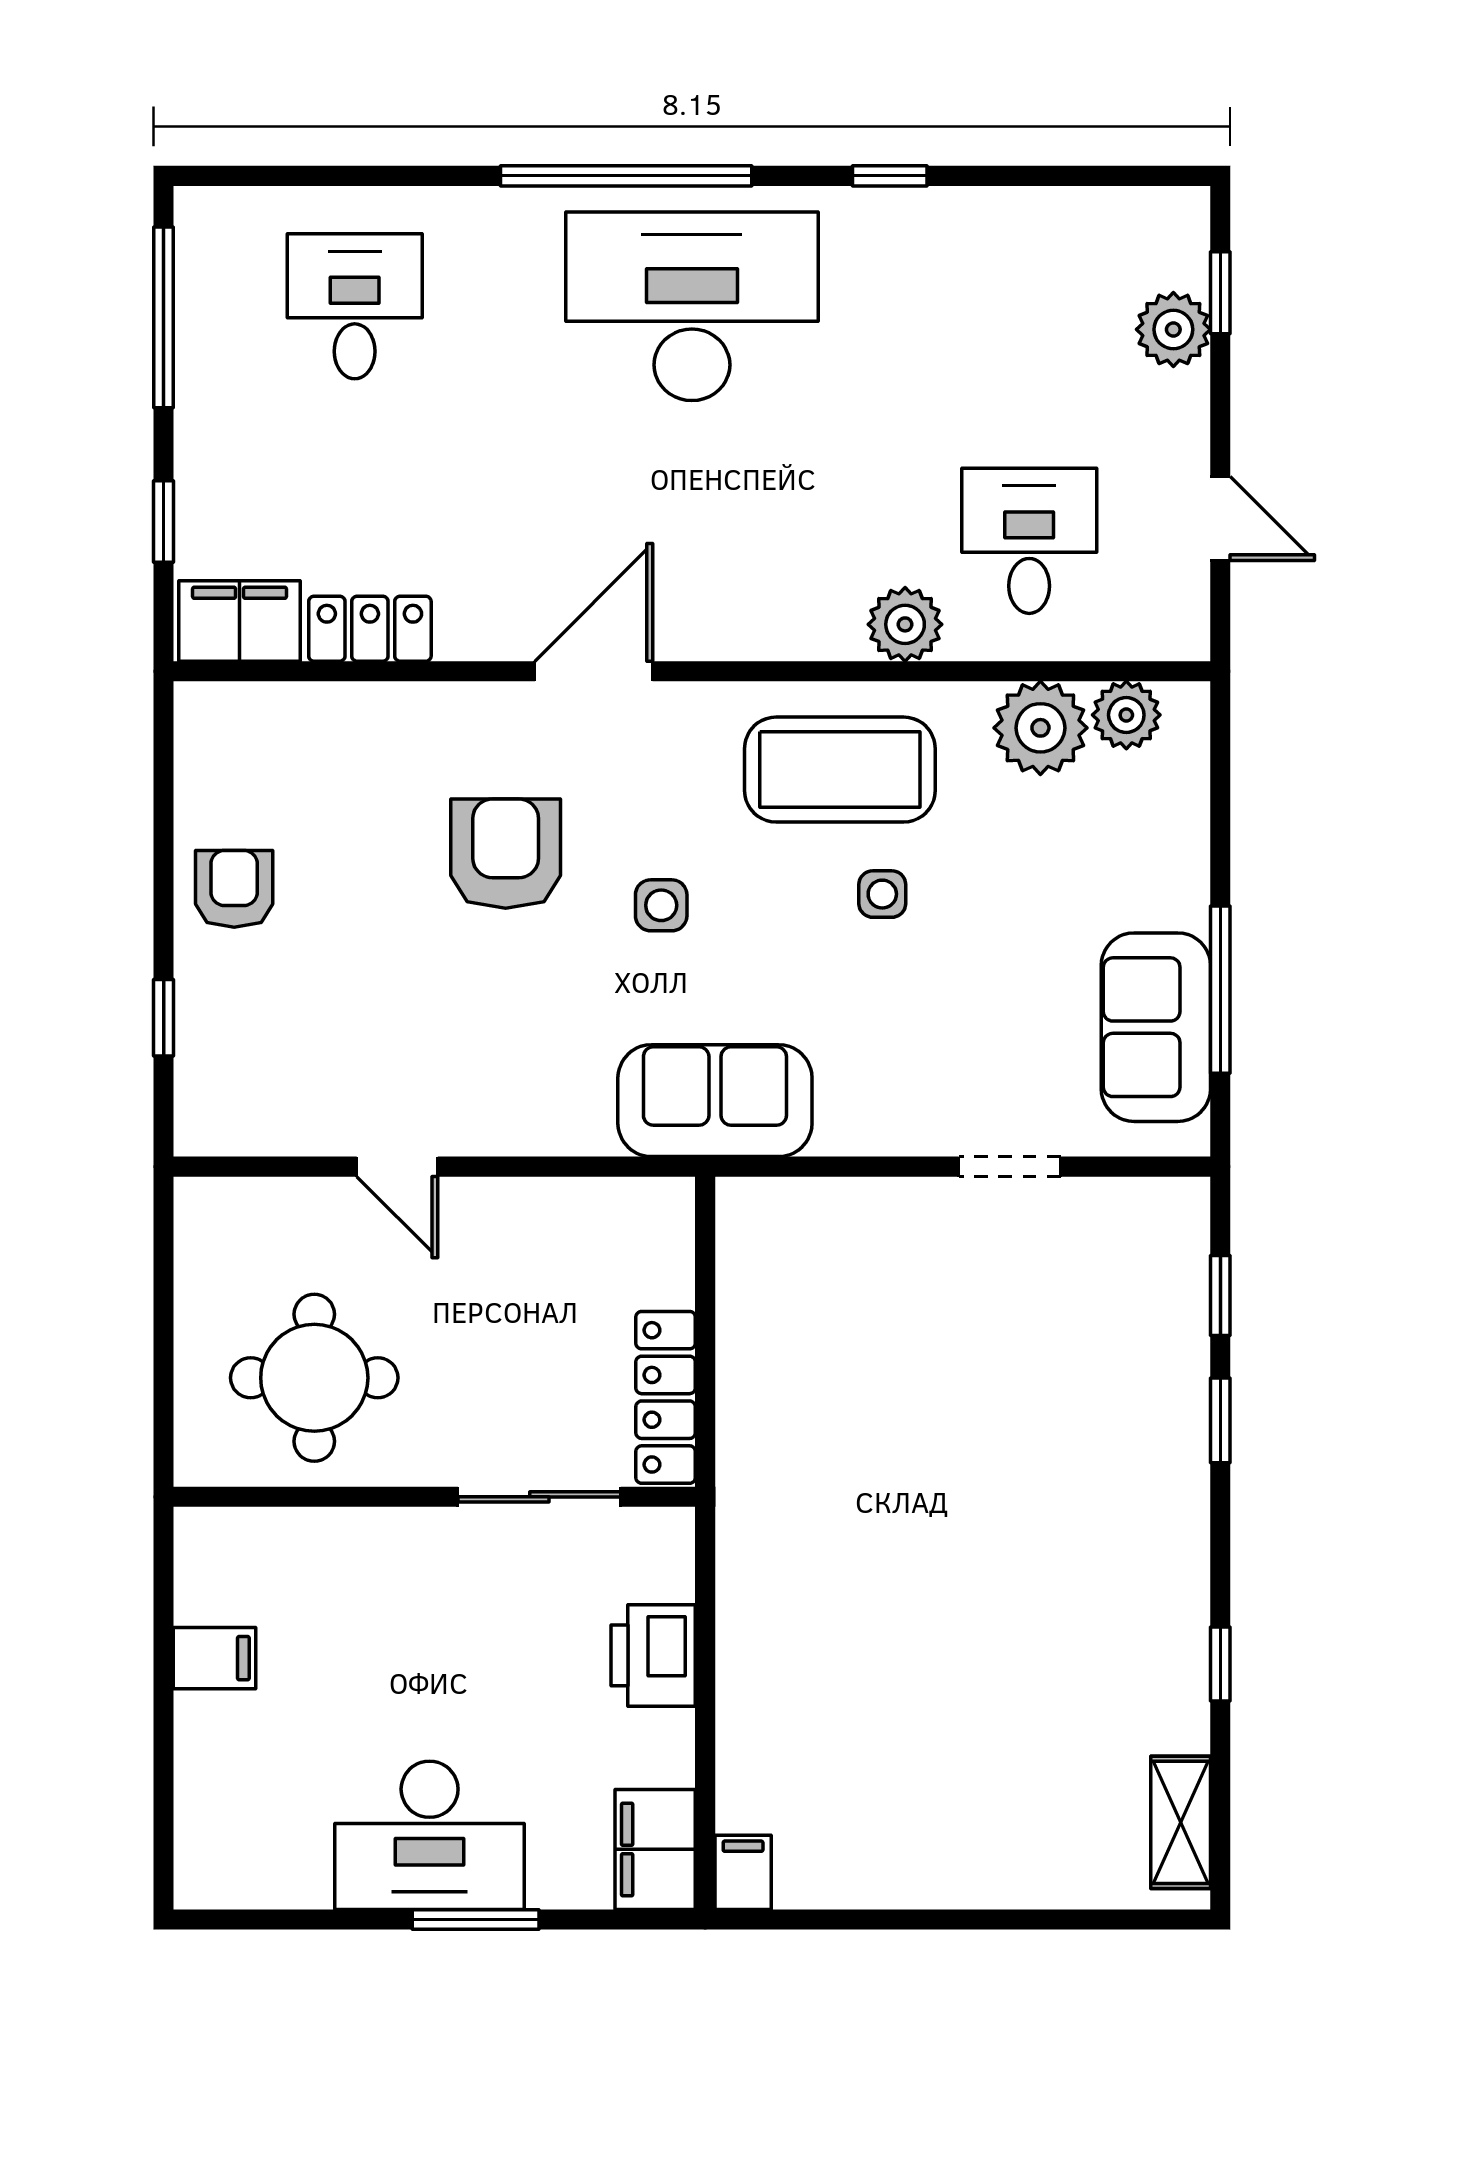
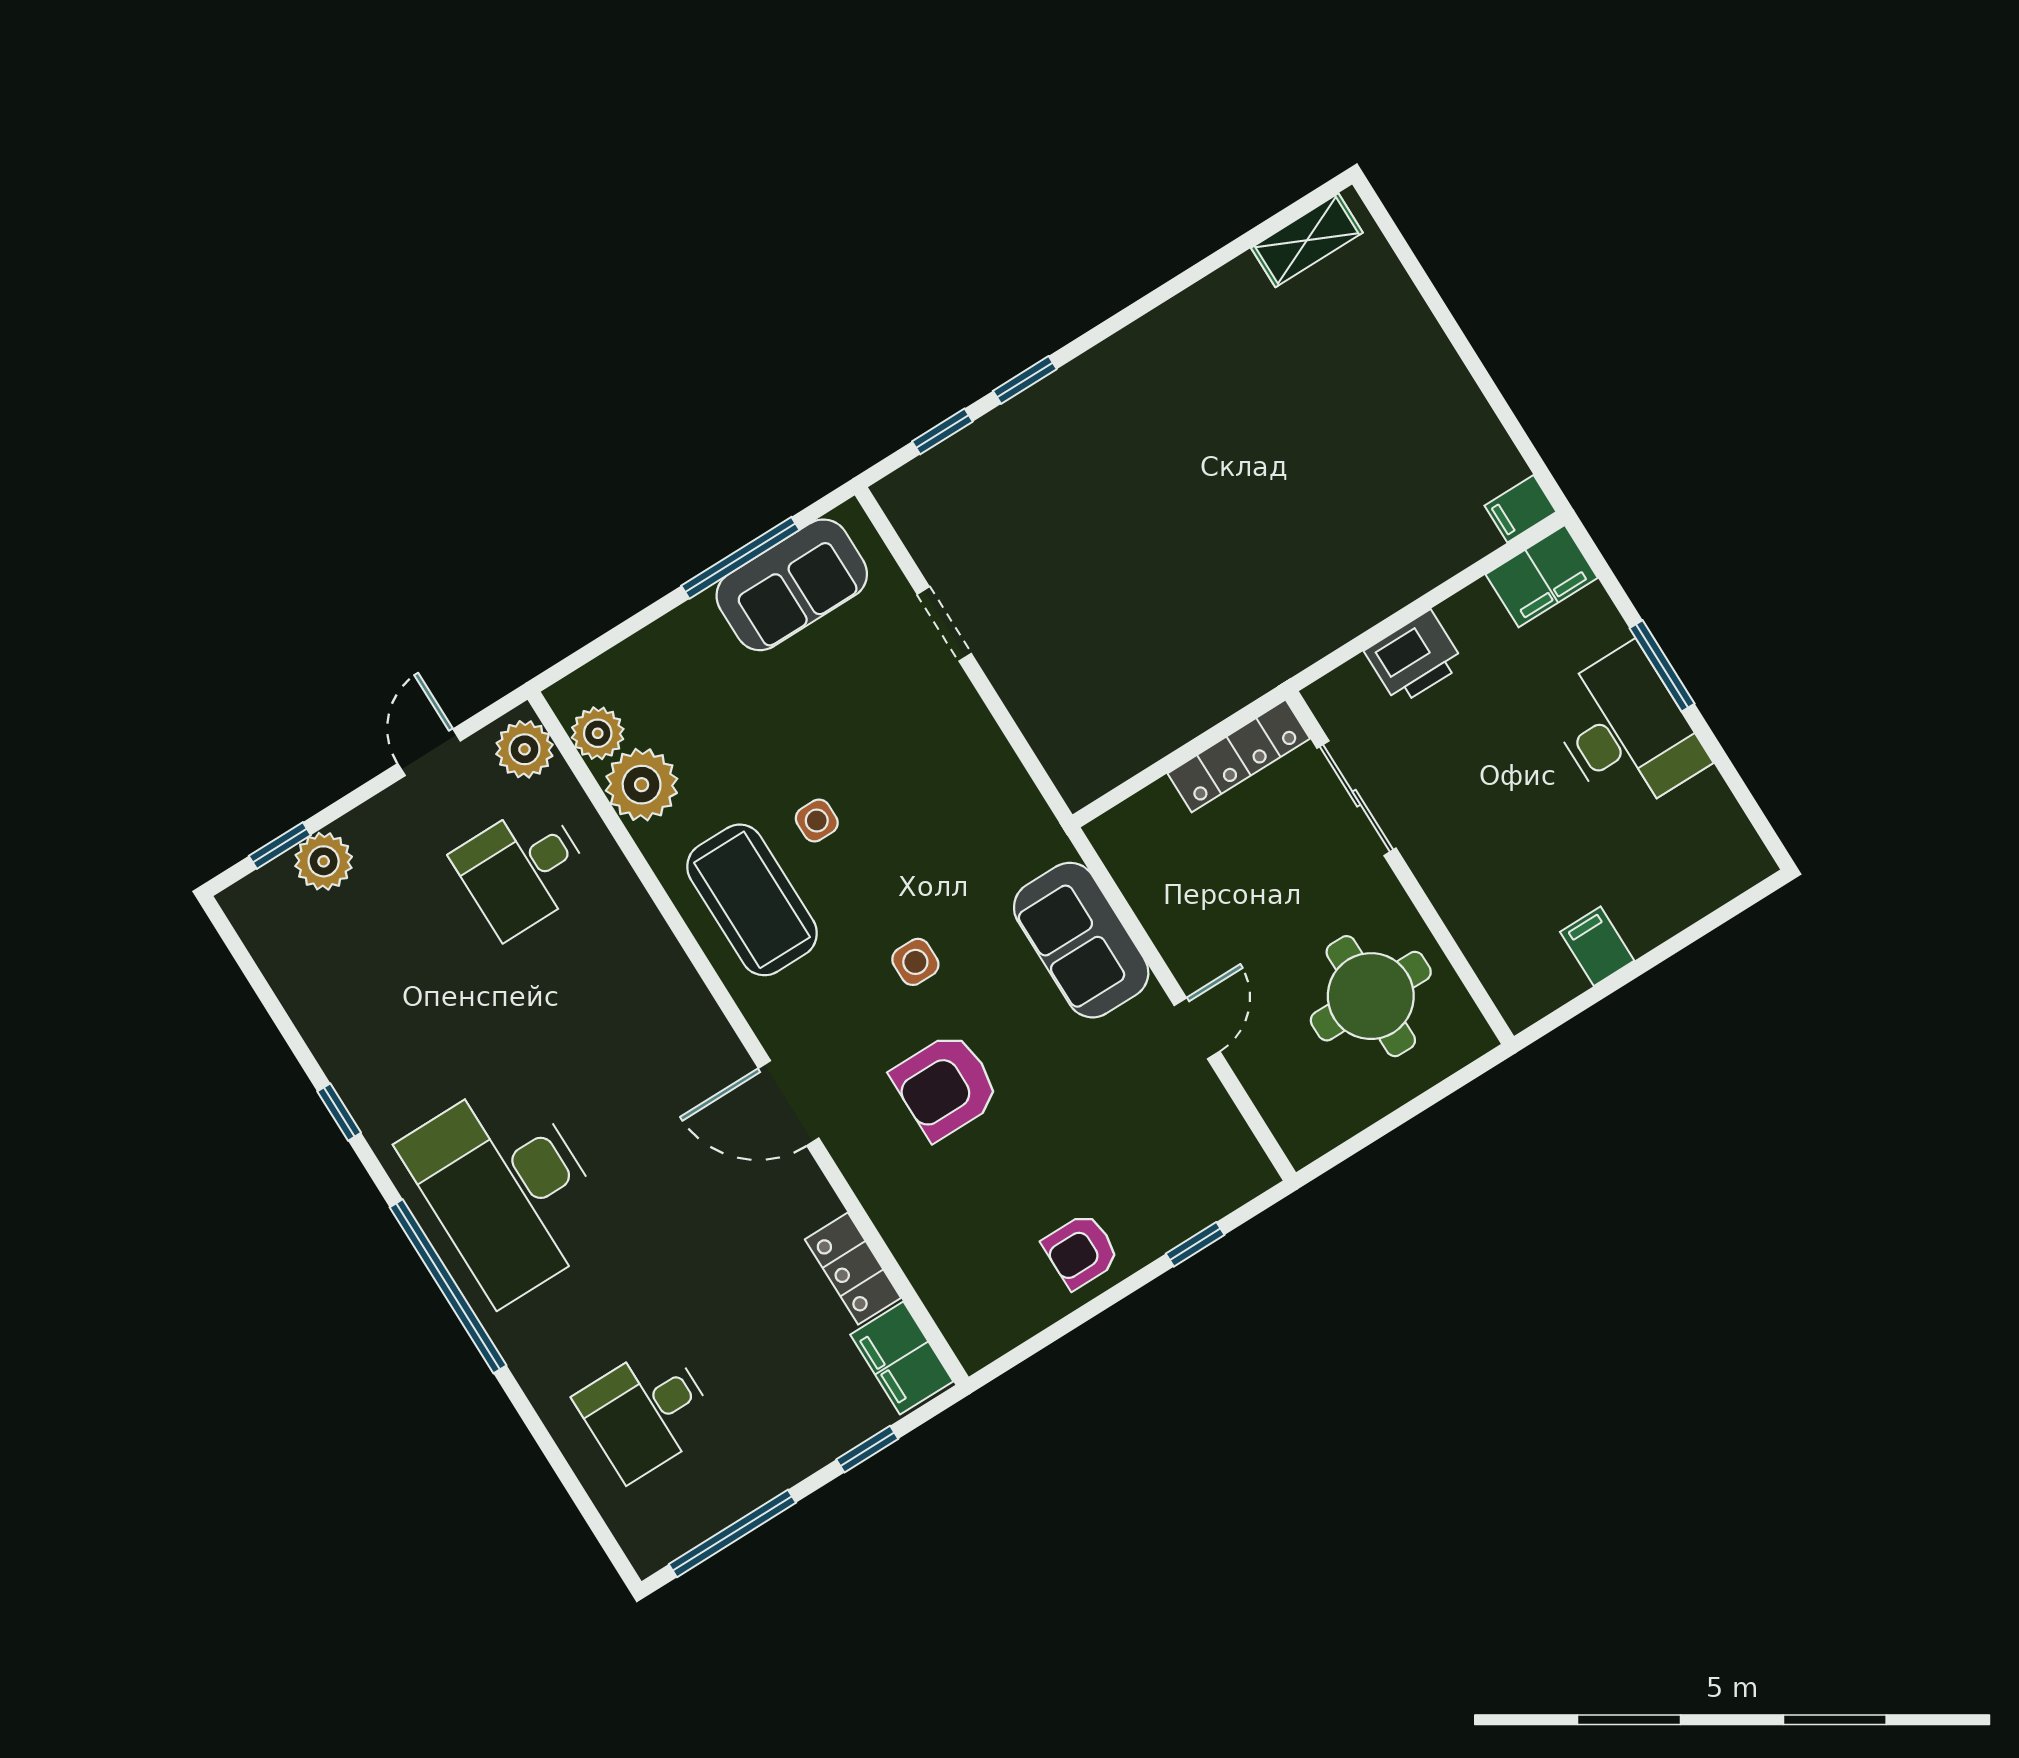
plant: (905, 624) -> (524, 749), moved
sofa: (715, 1101) -> (1081, 940), moved
window: (1220, 1664) -> (1186, 279), removed

